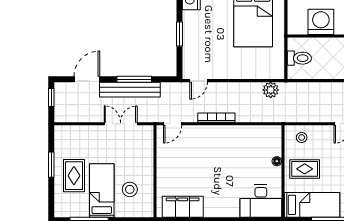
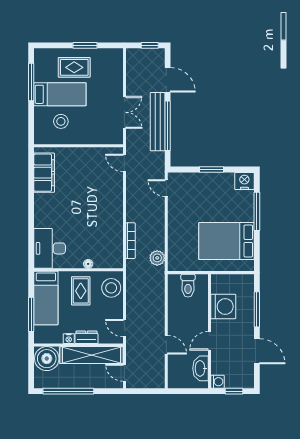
window: (134, 79) -> (168, 126), width x1.46
bookcase: (216, 118) -> (130, 241), moved
stool: (302, 137) -> (111, 288), width x1.89, depth x1.89

